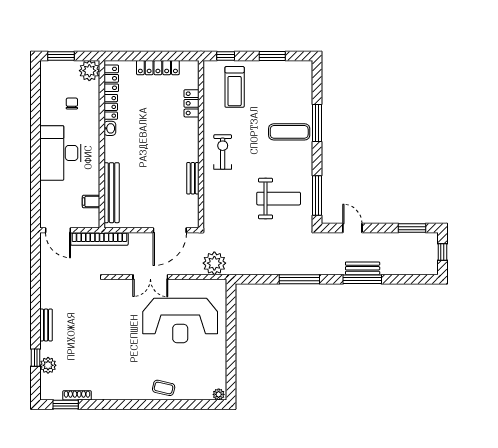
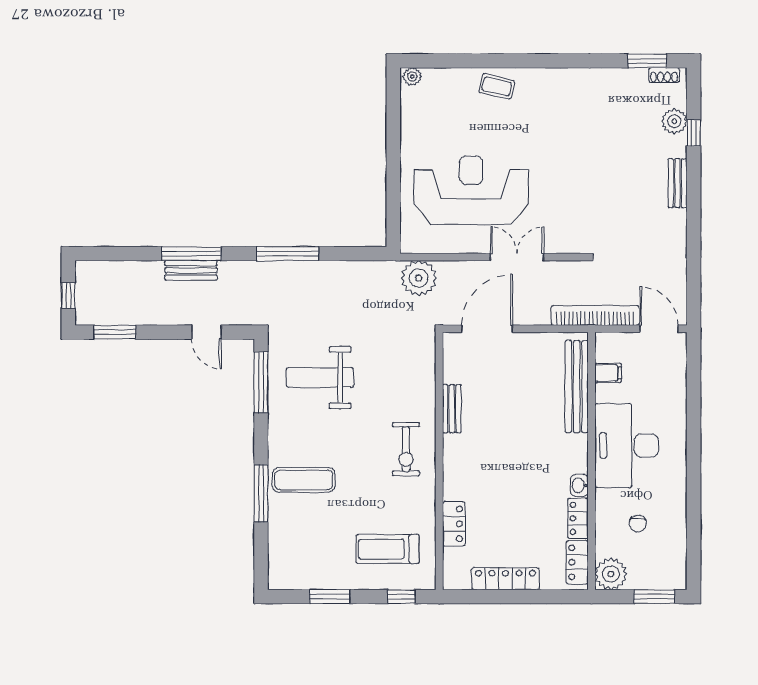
treadmill: (235, 87) -> (388, 549), turned -90
desk: (60, 153) -> (627, 445), moved, turned 180
shoe rack: (77, 395) -> (664, 75), moved, width x0.70

